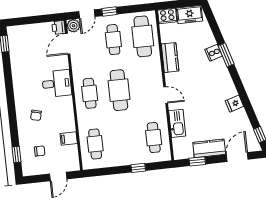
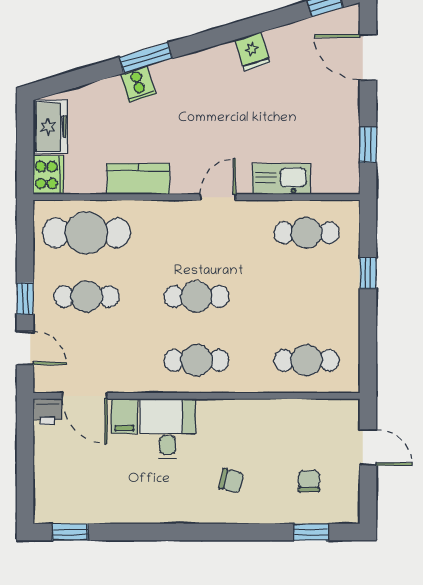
plant: (73, 26) -> (47, 379), removed
cafe table: (119, 90) -> (196, 297), width x0.73, depth x0.74
filing cabinet: (69, 139) -> (124, 416), moved
kitchen counter: (209, 148) -> (343, 116), removed

